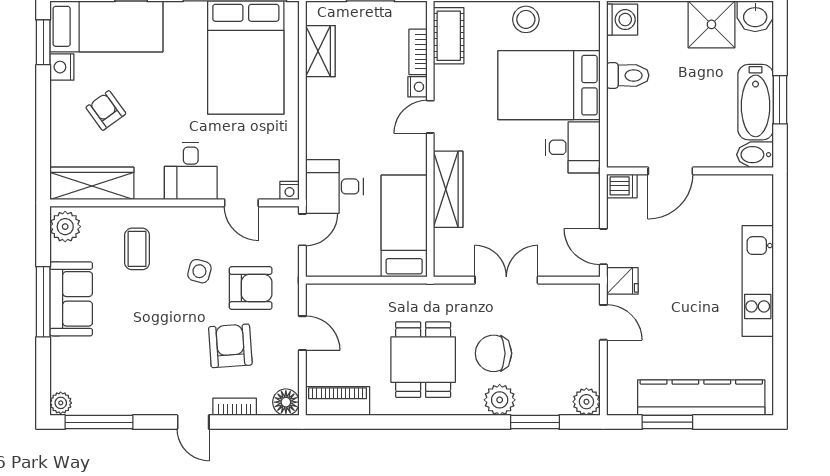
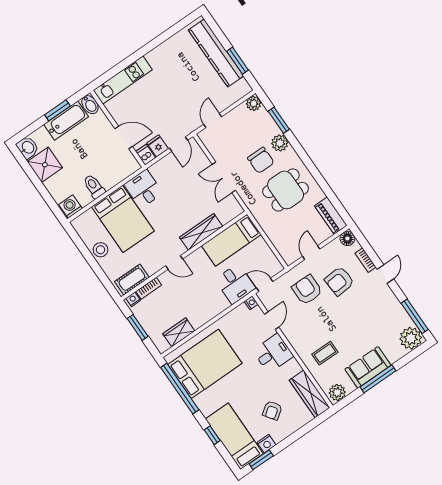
nightstand: (417, 87) -> (133, 299), moved
side table: (199, 271) -> (315, 318), removed
fridge: (622, 281) -> (158, 146), moved
kitchen unit: (758, 281) -> (123, 80), moved
plant: (61, 403) -> (411, 338), width x1.87, depth x1.87

